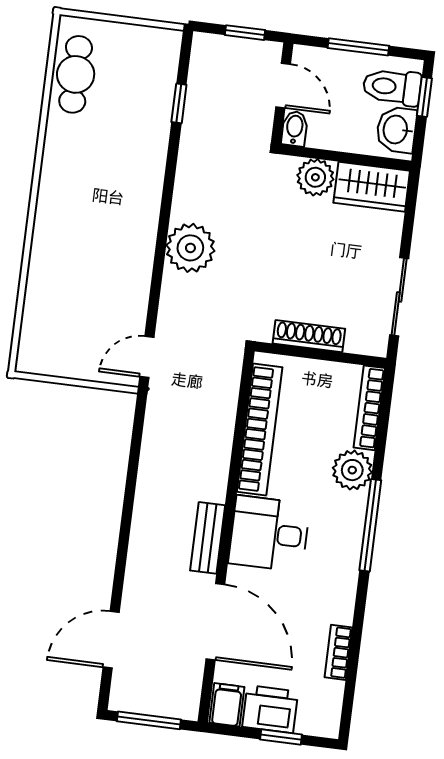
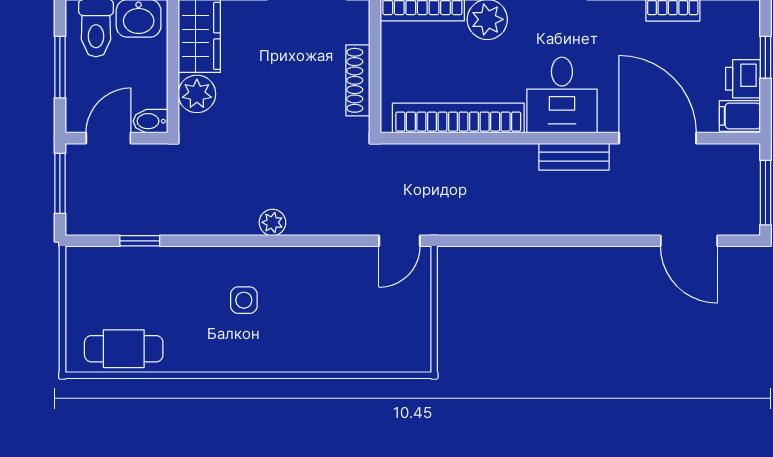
window: (245, 33) -> (60, 183), width x1.50
side table: (108, 198) -> (244, 300), added
plant: (190, 248) -> (272, 222), width x0.53, depth x0.53
door: (147, 357) -> (400, 241), hinge flipped
door: (215, 622) -> (658, 138), hinge flipped
printer: (270, 709) -> (743, 79), width x0.73, depth x0.81

